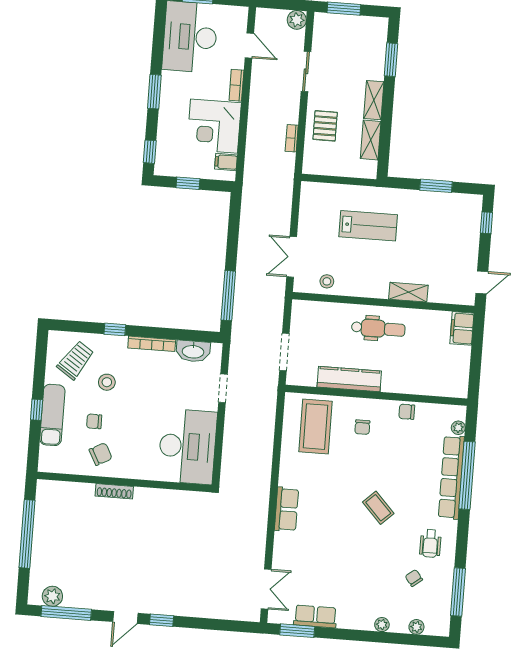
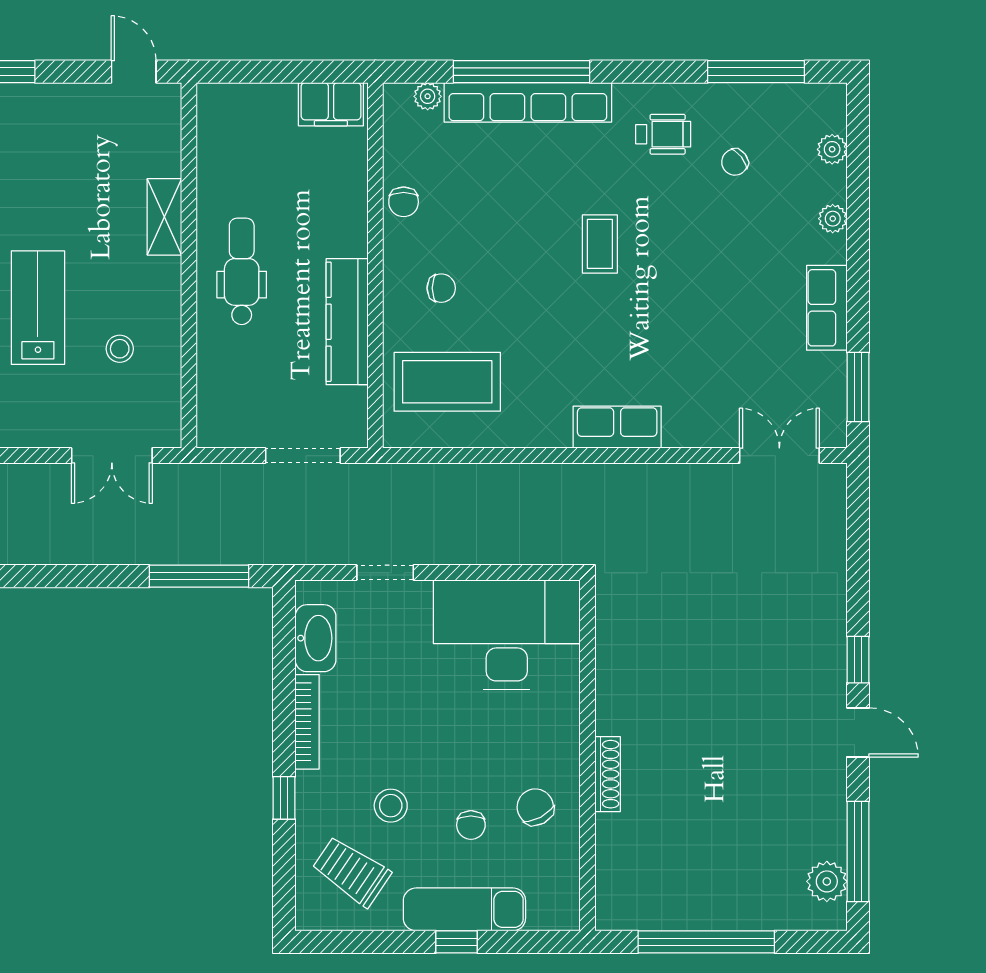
stool: (327, 281) -> (120, 349), moved
filing cabinet: (462, 328) -> (331, 104), moved
coffee table: (378, 508) -> (600, 244), turned -47
row of seats: (315, 616) -> (827, 308), moved

